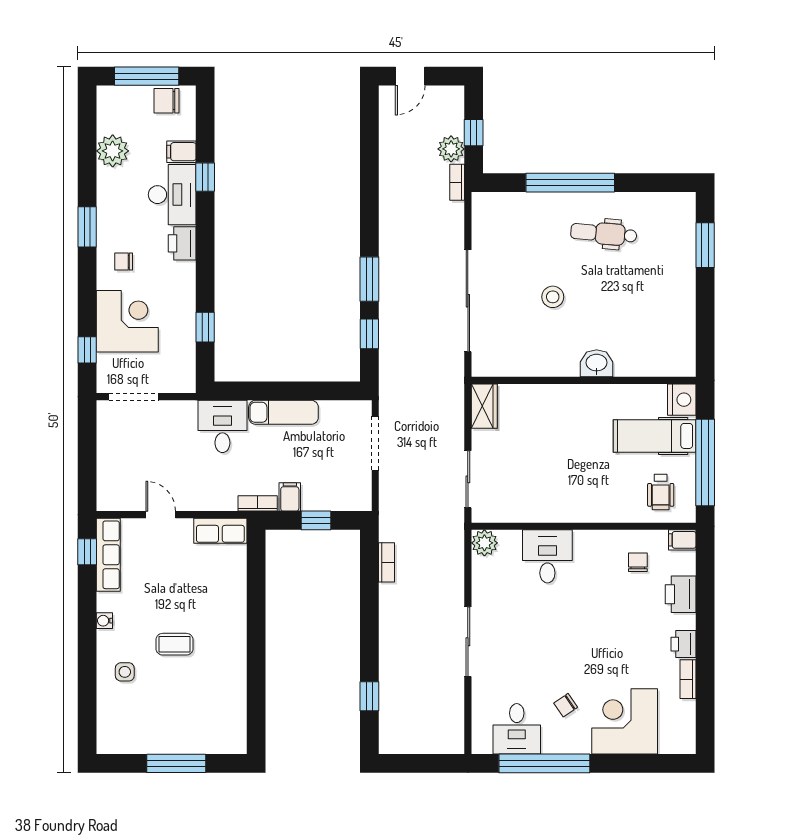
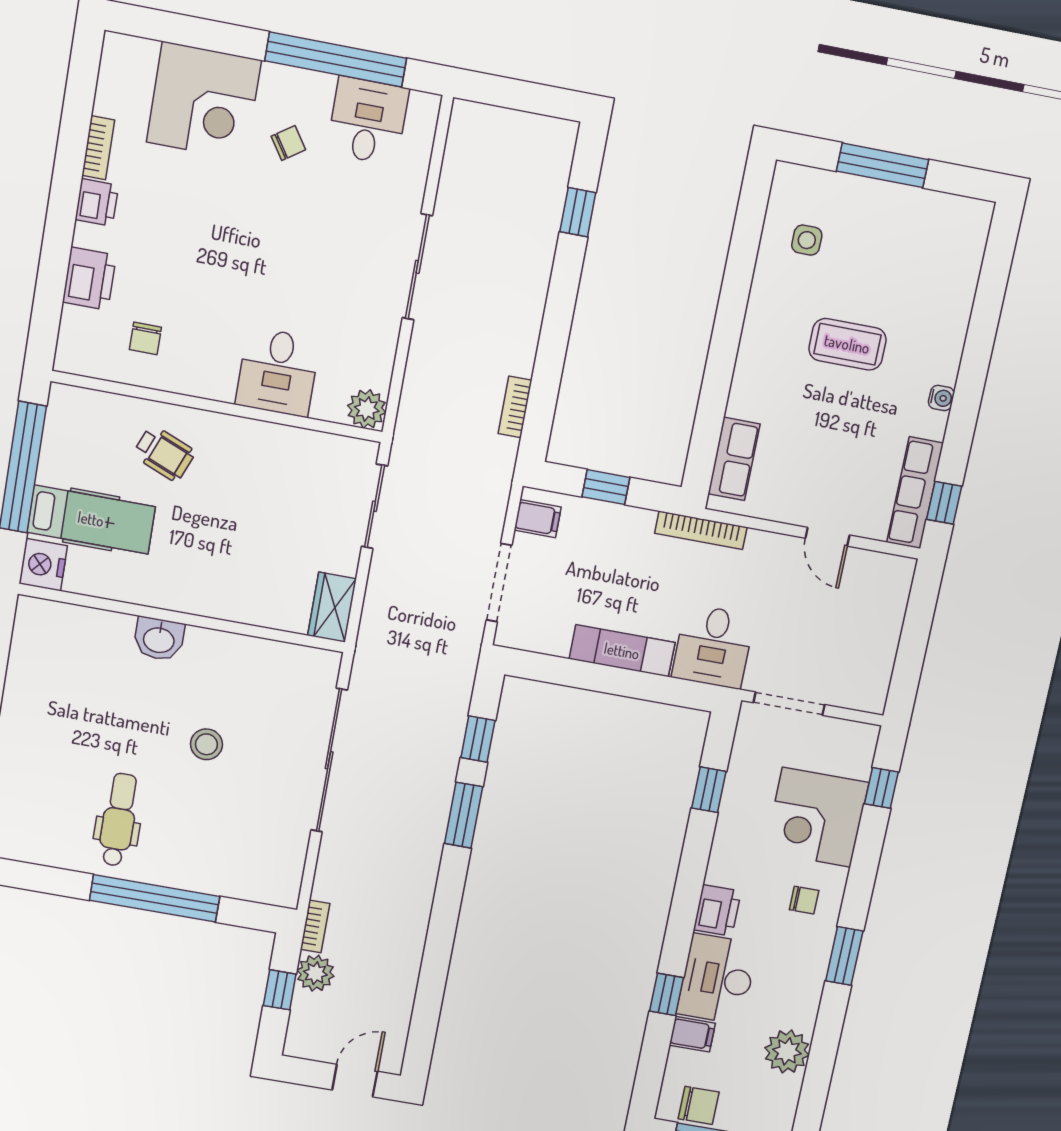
dental chair: (604, 234) -> (119, 820), turned -95
doorway: (134, 397) -> (789, 704), moved
wheelchair: (661, 492) -> (164, 453), moved, turned 112
filing cabinet: (290, 497) -> (538, 519), moved, turned -90
bookcase: (258, 503) -> (701, 530), width x1.56
row of seats: (220, 531) -> (734, 459), moved, turned 90
filing cabinet: (682, 540) -> (74, 359), removed
coffee table: (174, 644) -> (847, 344), width x1.36, depth x1.30
side table: (125, 672) -> (807, 240), moved

